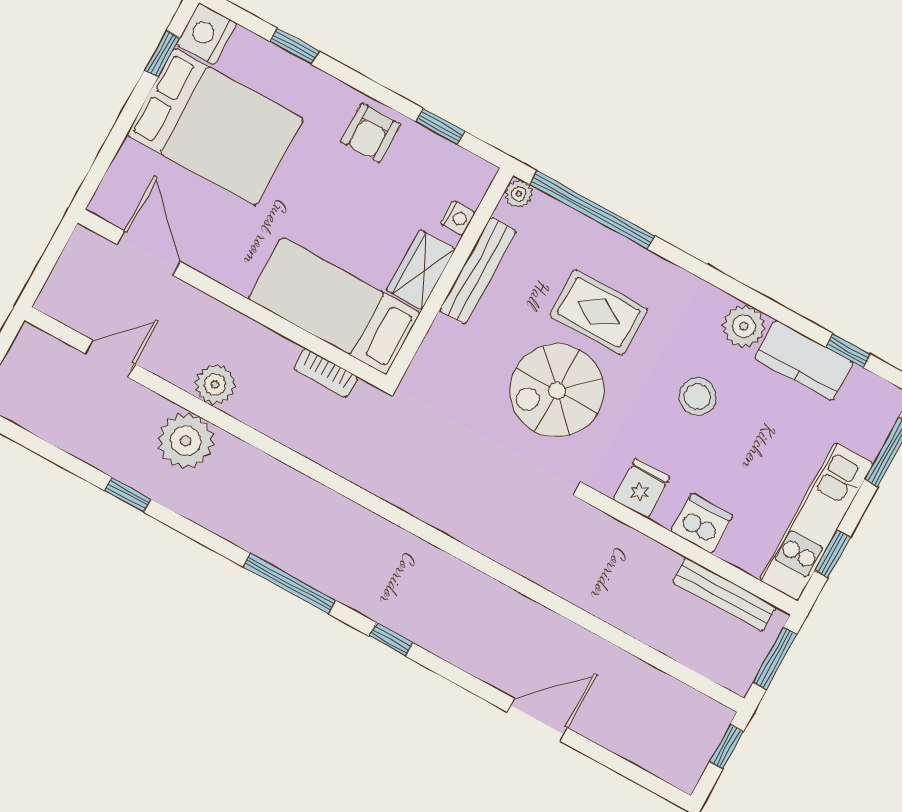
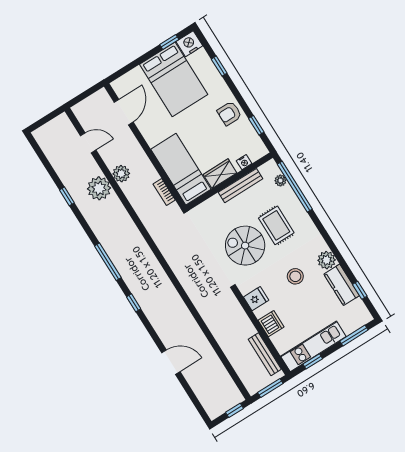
plant: (519, 194) -> (280, 181), moved

